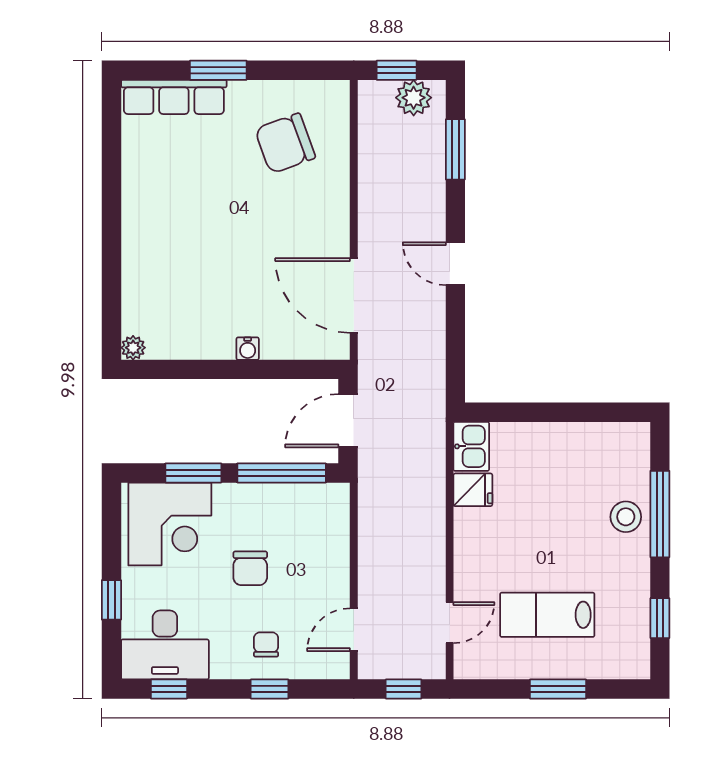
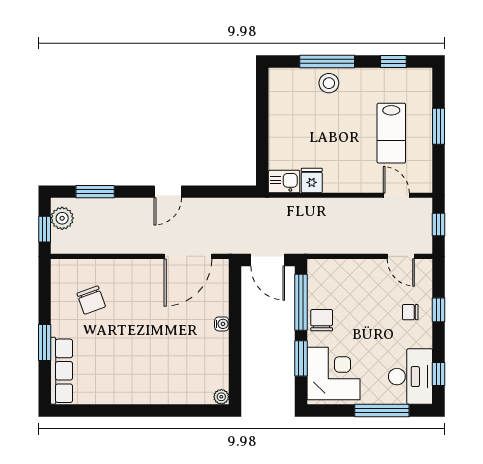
chair: (285, 143) -> (91, 300), width x0.73, depth x0.73
chair: (250, 568) -> (322, 320), moved, turned -90
window: (111, 600) -> (382, 411), width x2.17

